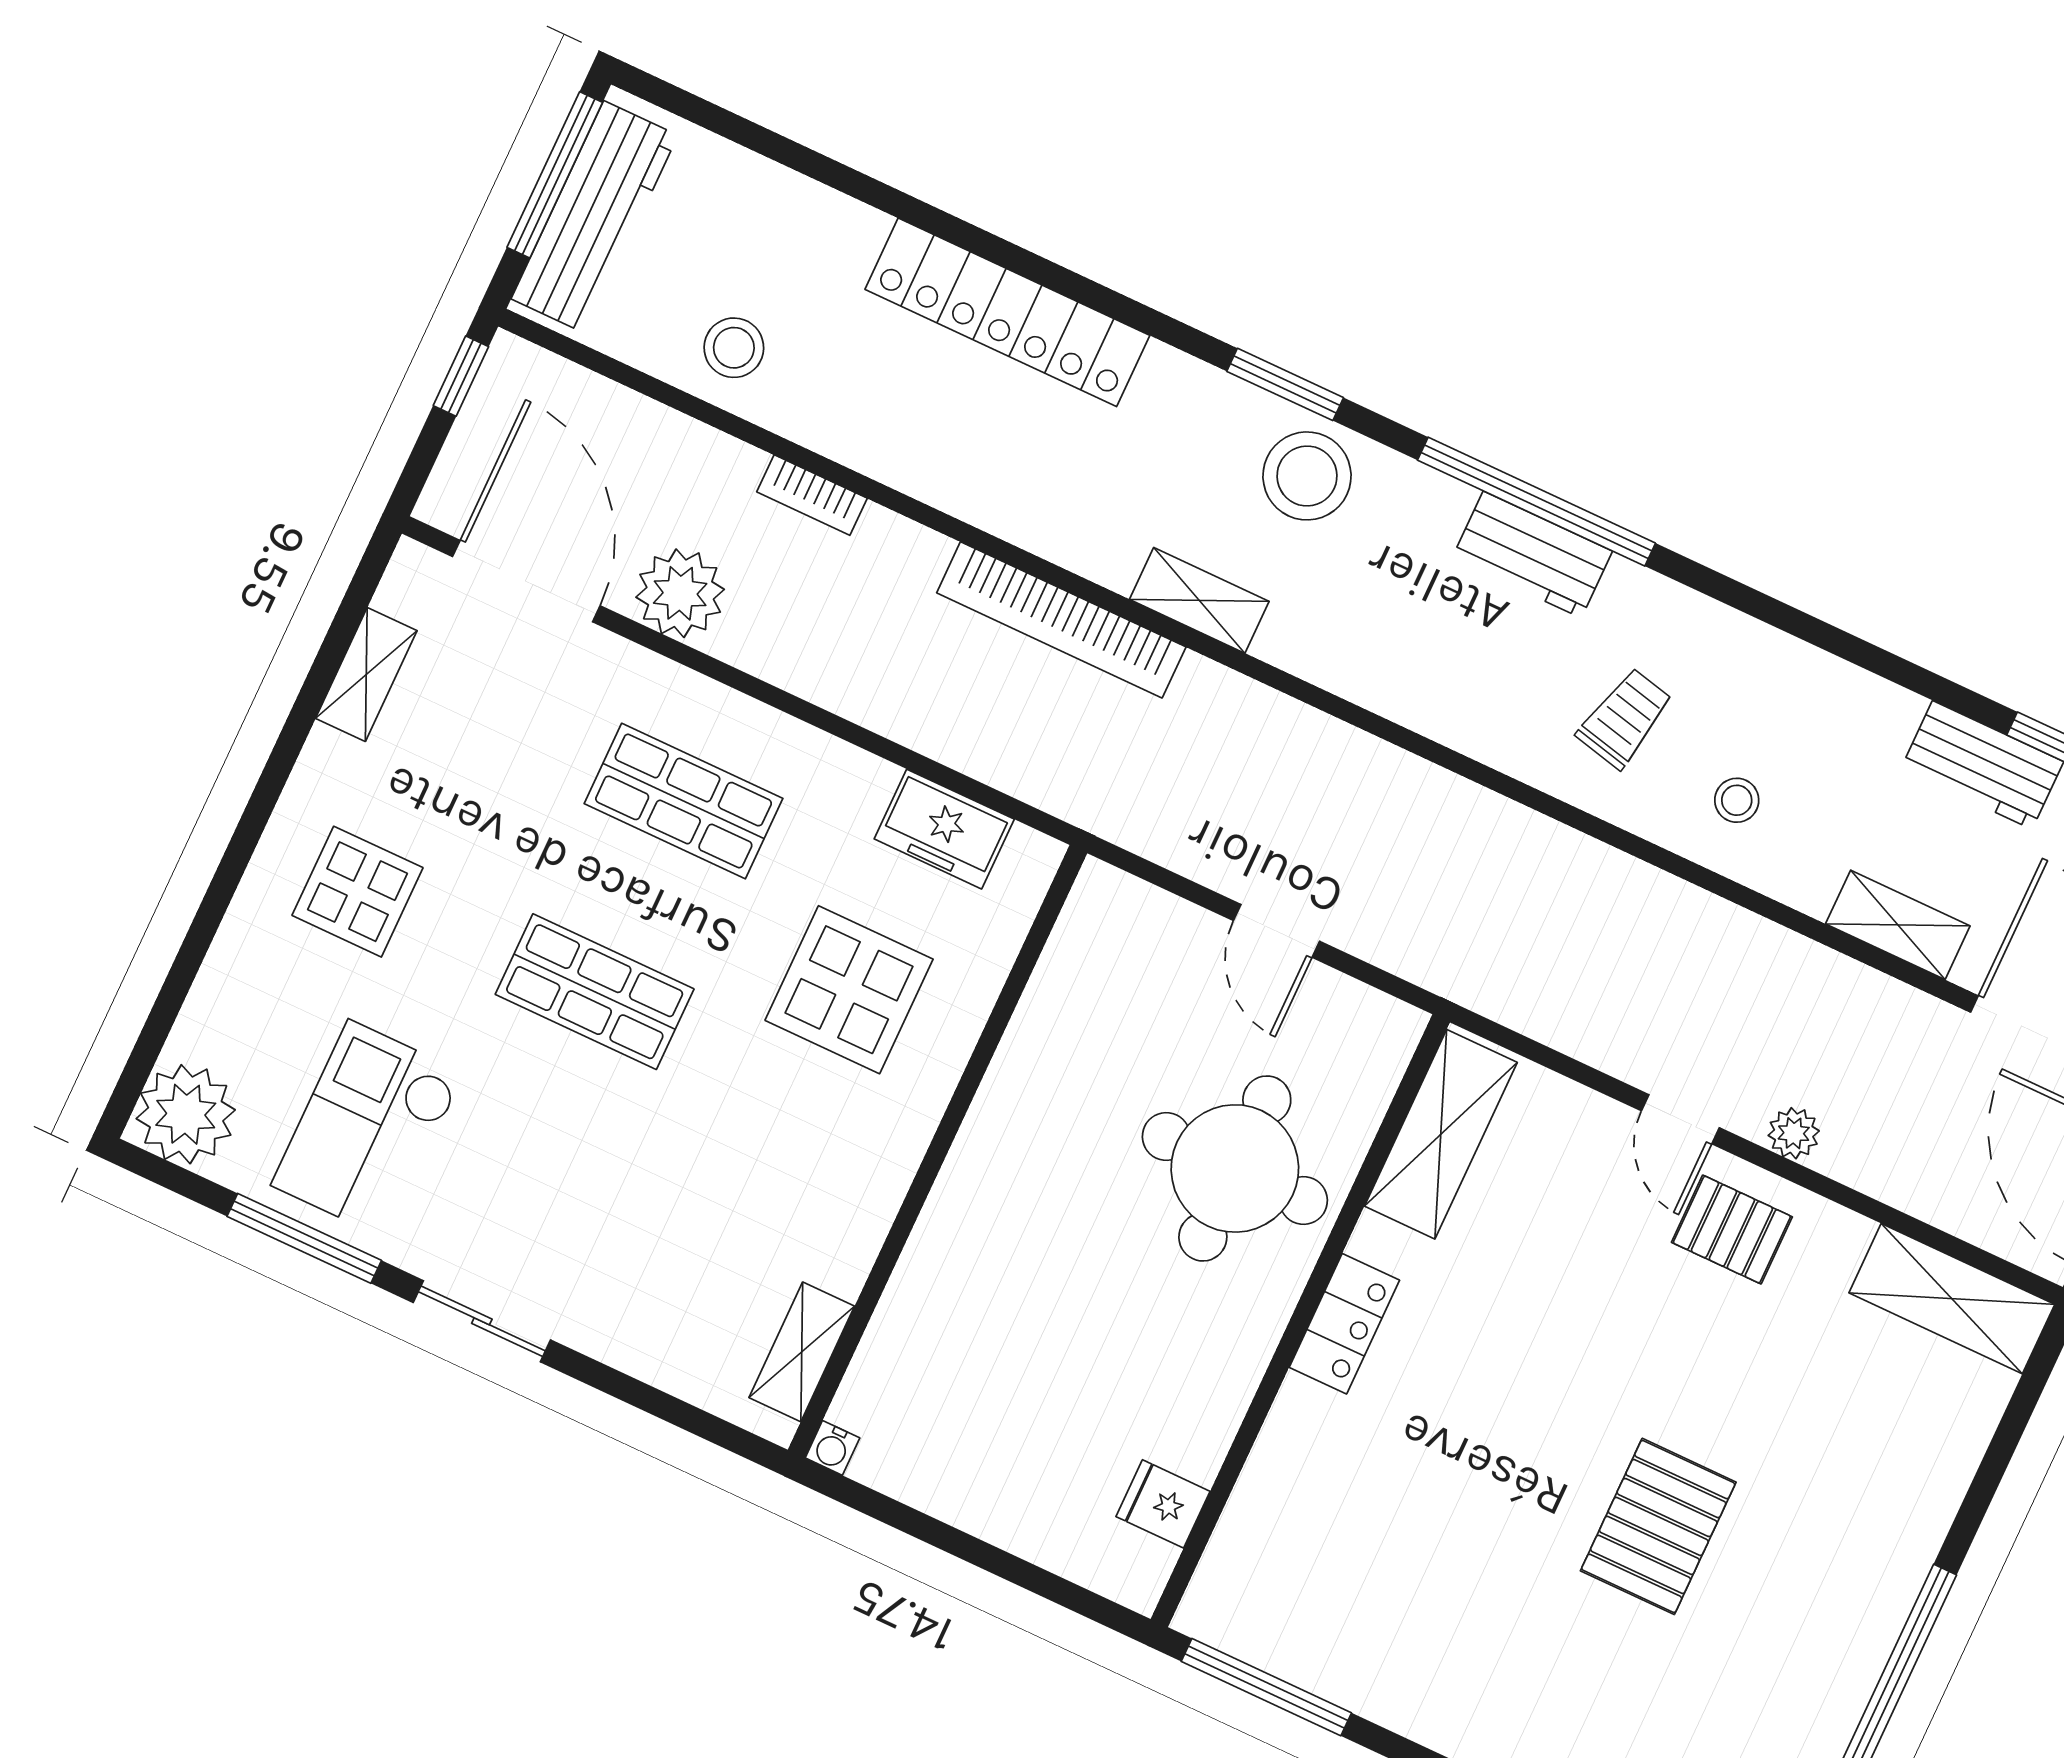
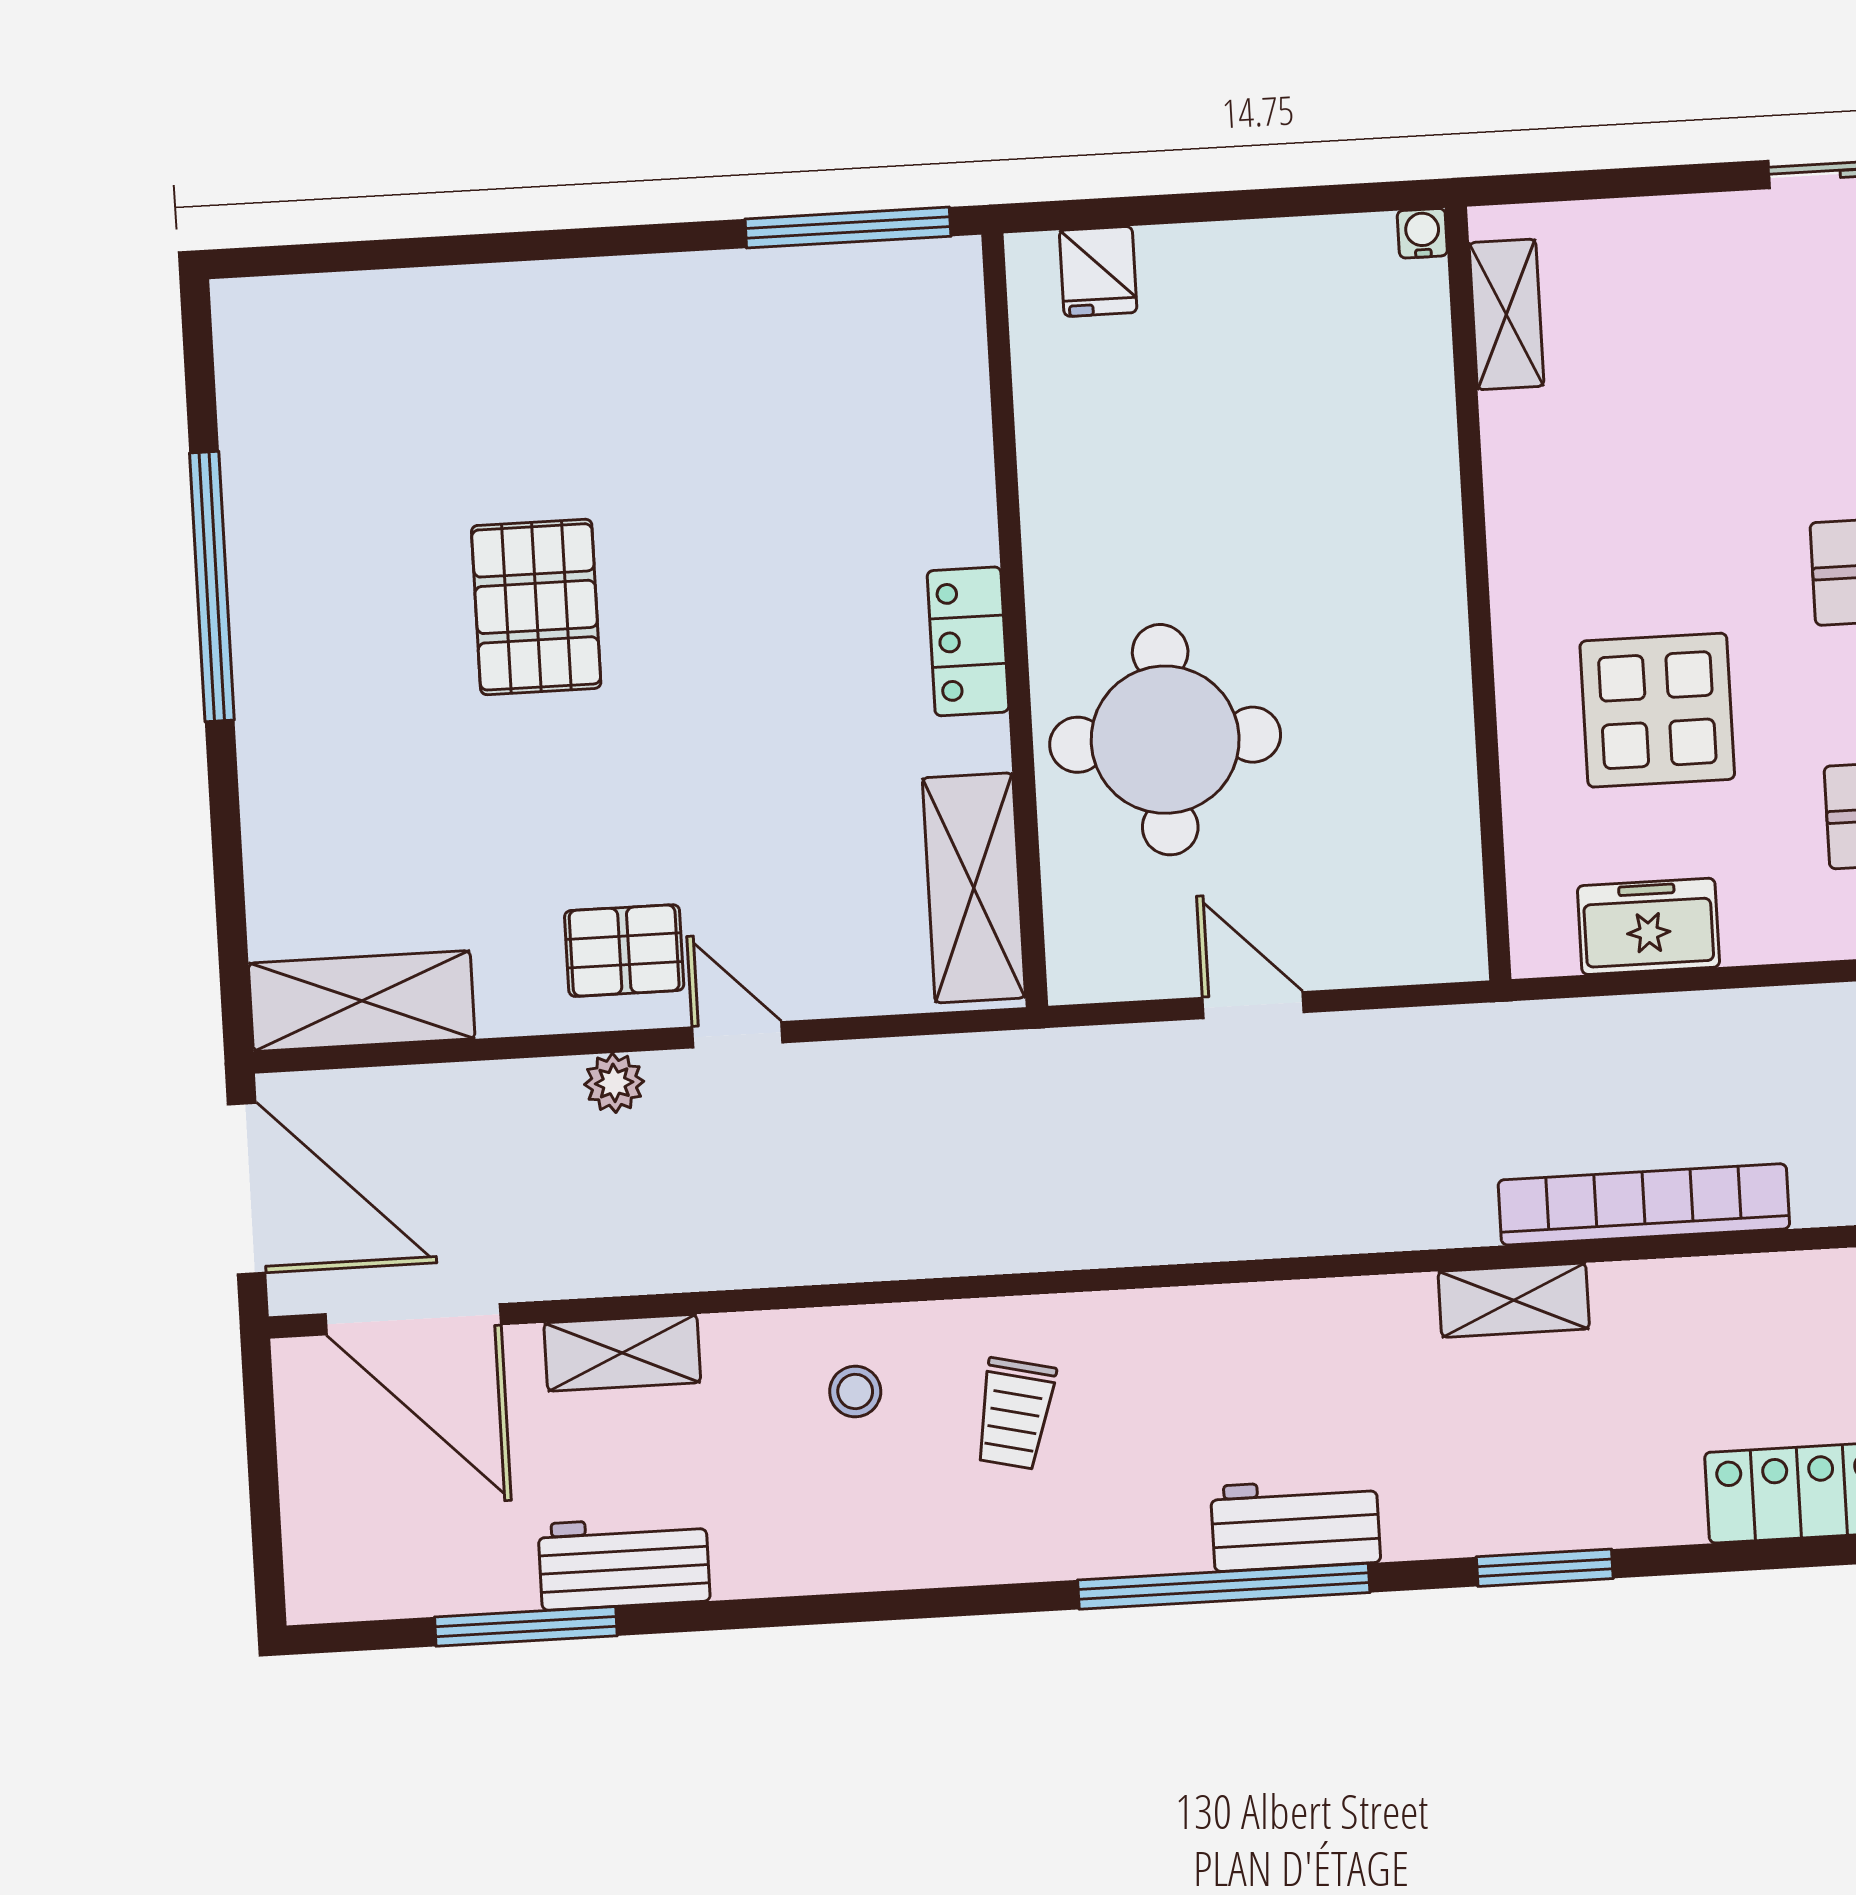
stool: (1307, 476) -> (1472, 1486), removed
workbench: (1532, 554) -> (1295, 1524), moved
fridge: (1163, 1504) -> (1098, 271), moved, turned 90

